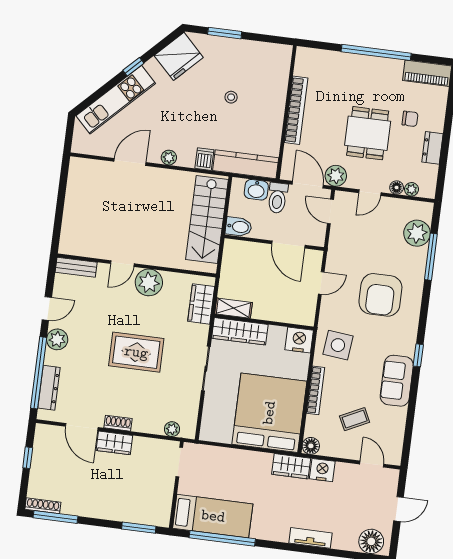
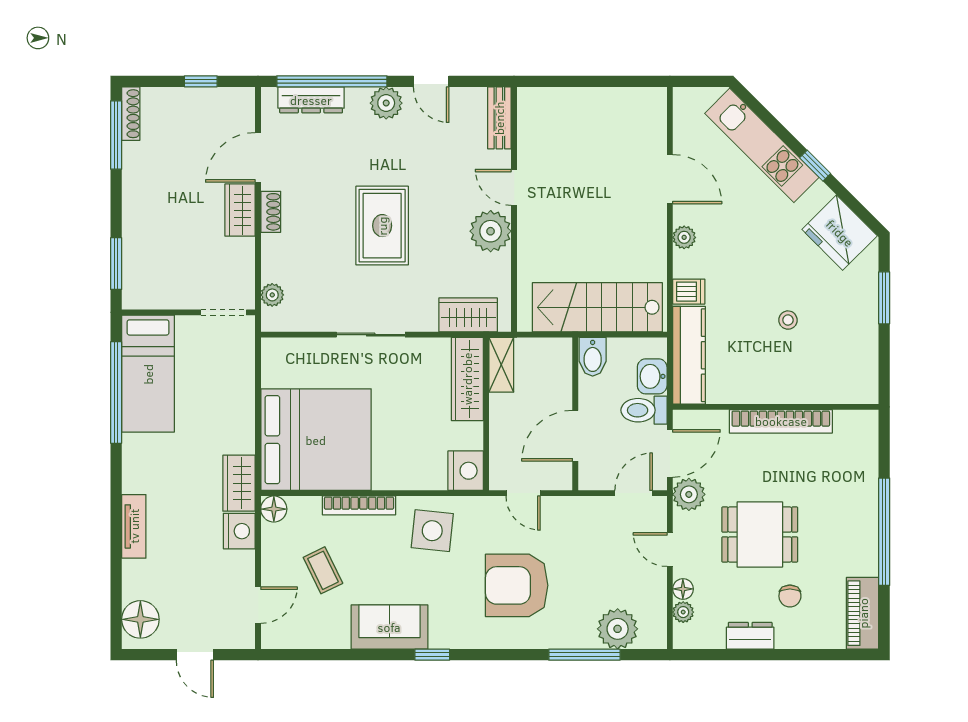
shelving: (233, 308) -> (501, 365), moved
wall: (264, 322) -> (486, 414), moved
wardrobe: (240, 331) -> (467, 379), moved
nightstand: (299, 340) -> (466, 471), moved

